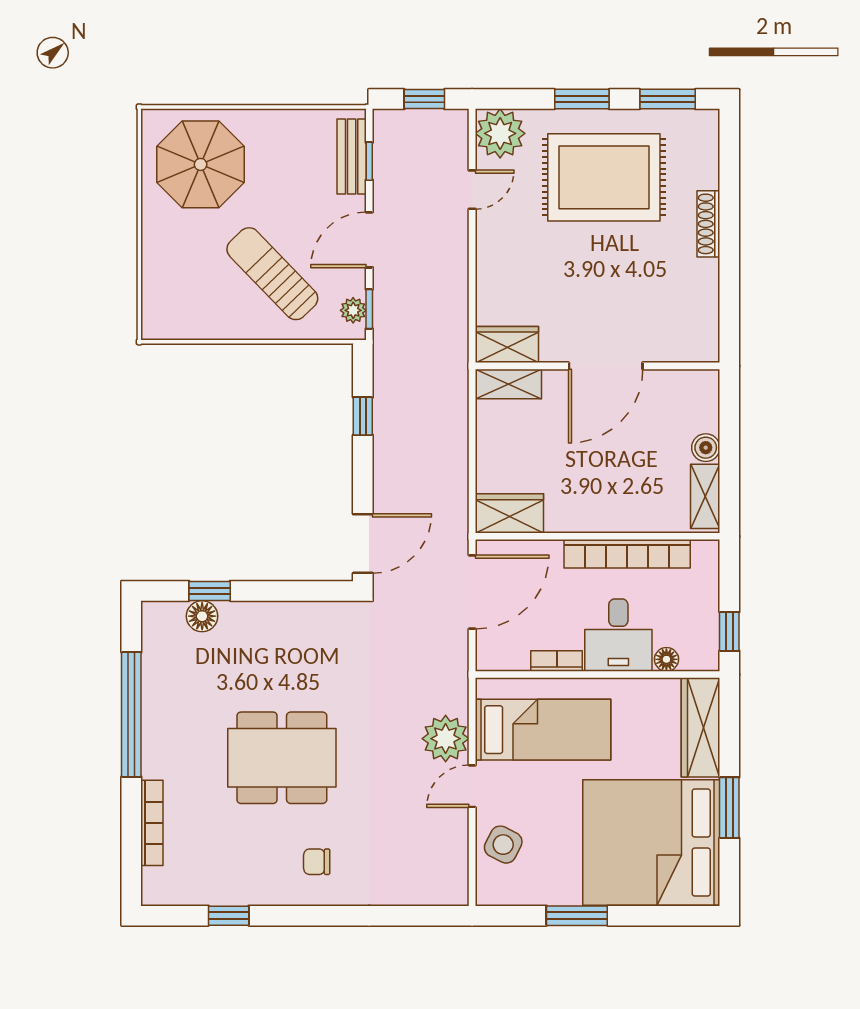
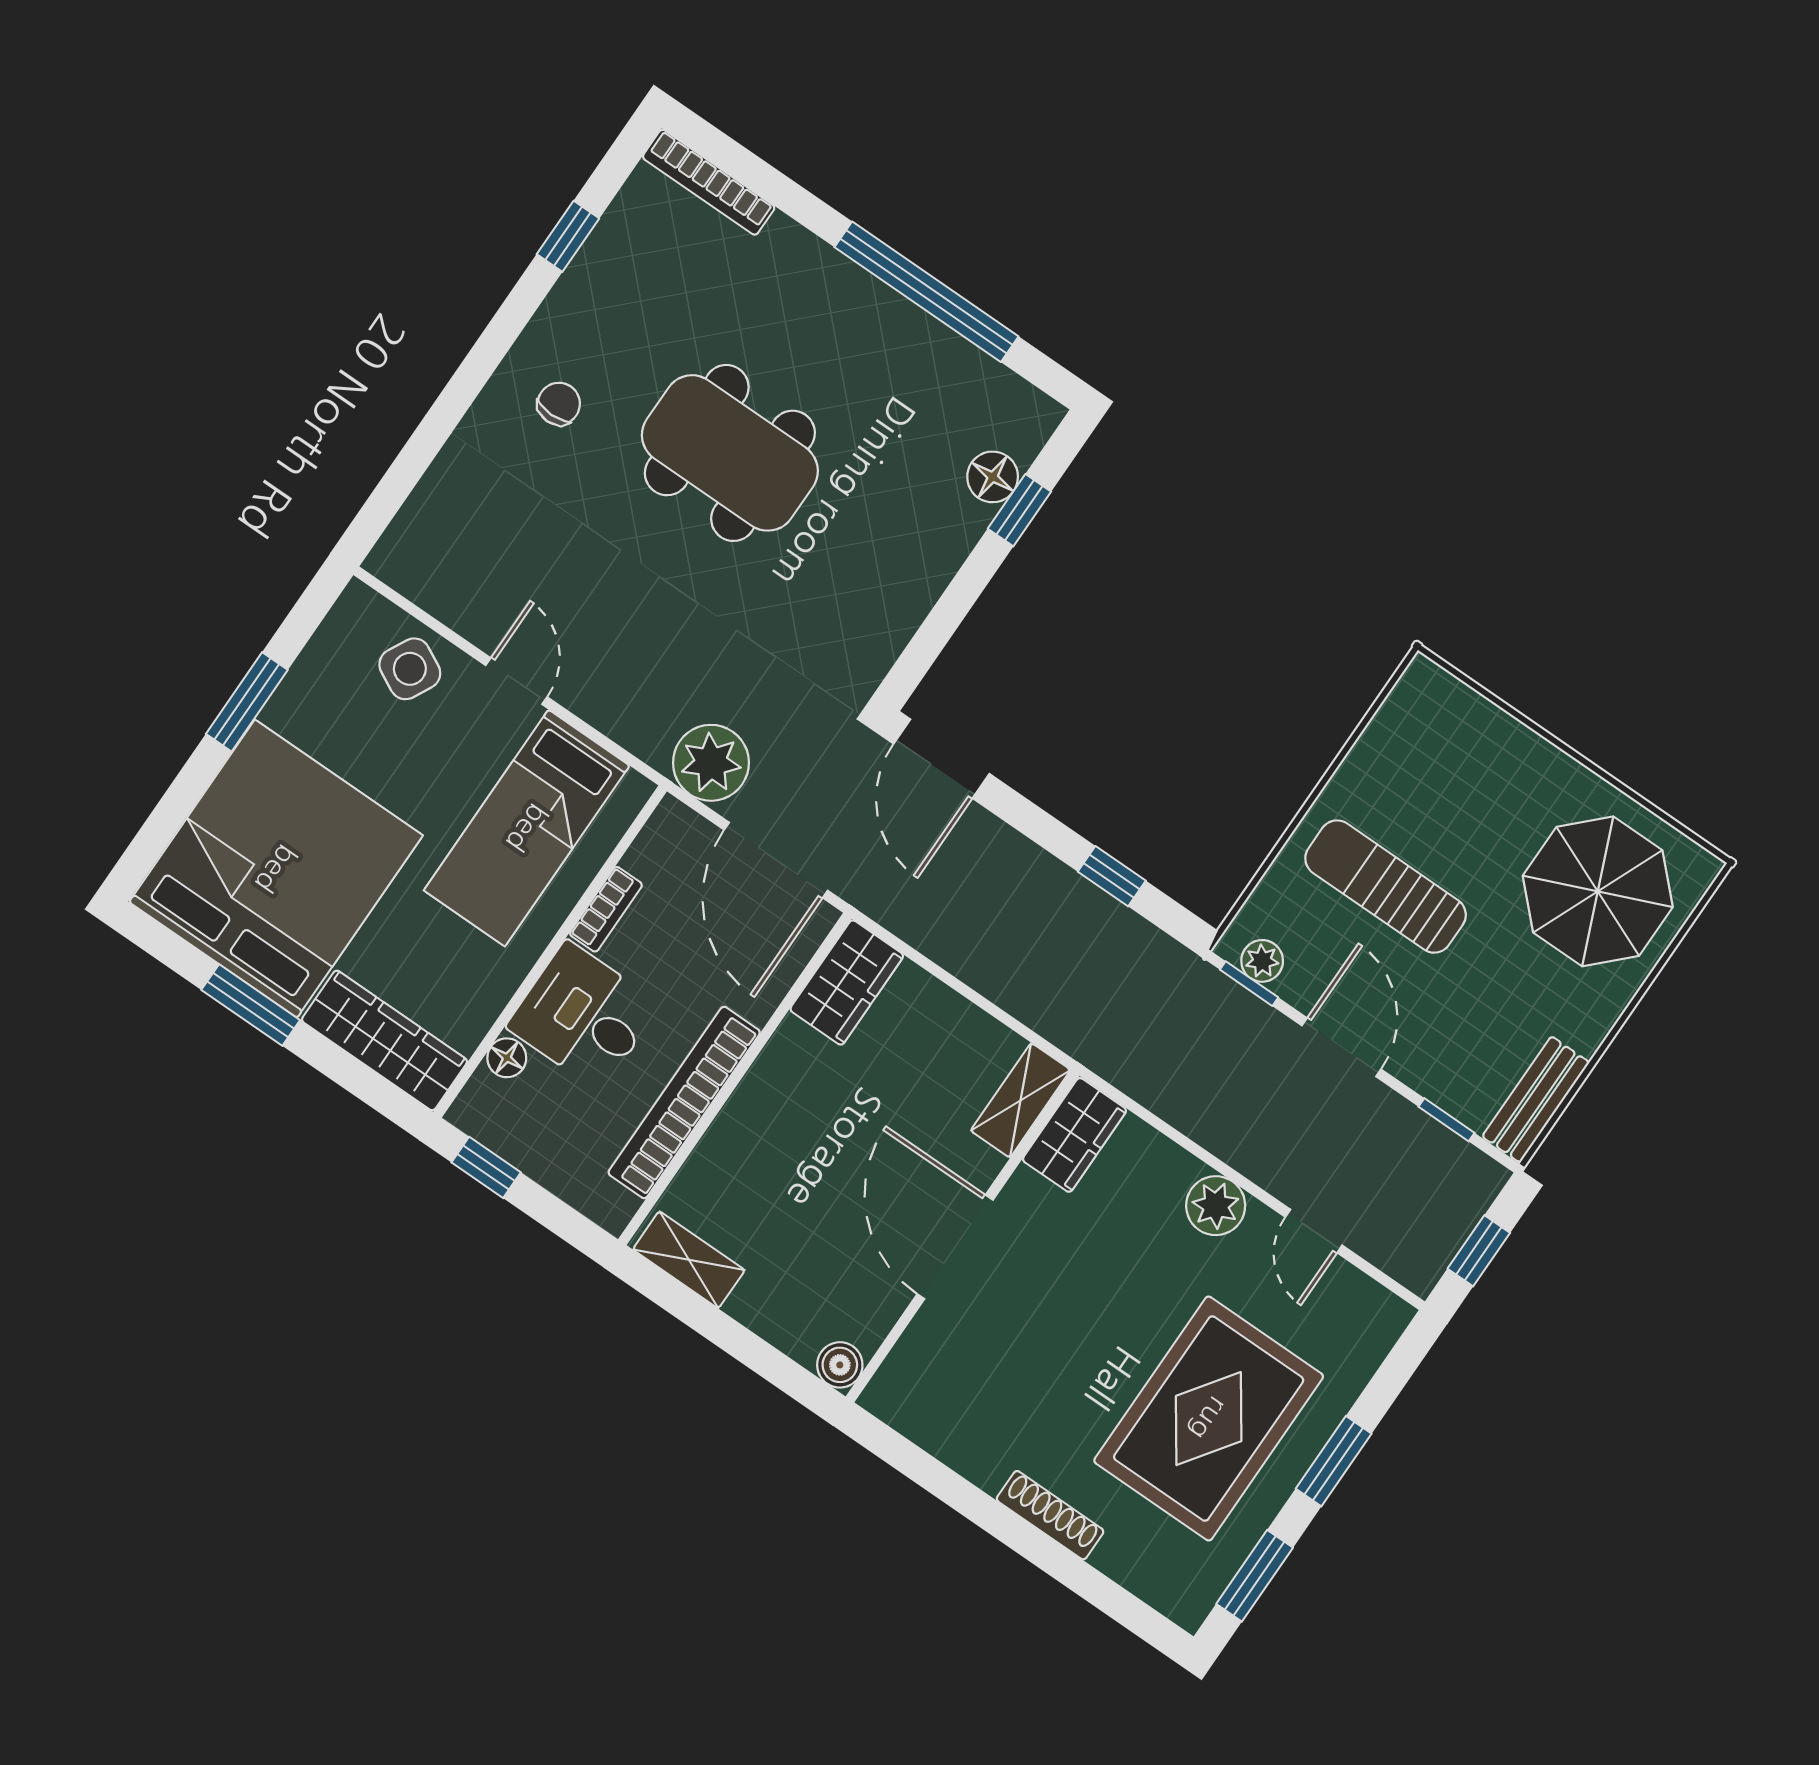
plant: (500, 133) -> (1216, 1206), moved, width x0.73, depth x0.73
bench: (352, 157) -> (1536, 1099), moved, turned 90
sun lounger: (272, 274) -> (1386, 887), turned -136
boiler: (706, 448) -> (840, 1365), moved
plant: (446, 739) -> (711, 763), moved
dining table: (282, 758) -> (730, 453), turned 90
bookcase: (152, 823) -> (709, 182), moved

